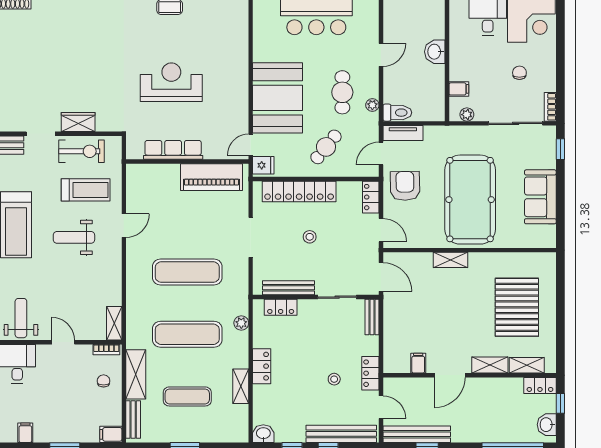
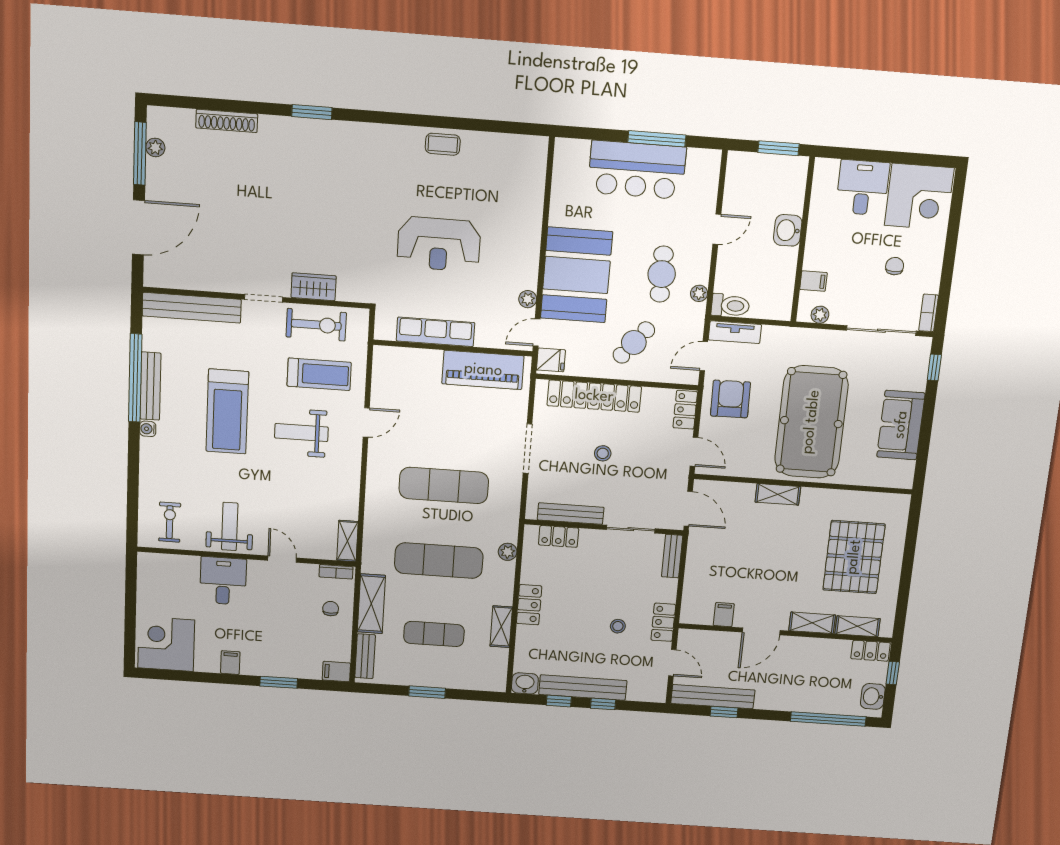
reception desk: (171, 82) -> (439, 244), turned 180
plant: (242, 119) -> (528, 299), added
bench: (341, 434) -> (583, 688), moved

